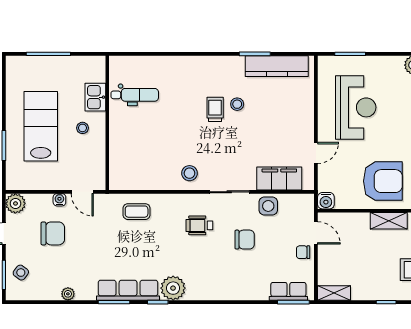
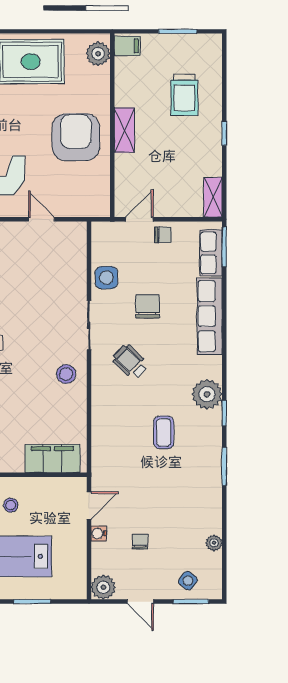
filing cabinet: (279, 179) -> (52, 459), moved, turned 90
water cooler: (326, 201) -> (100, 207), removed
coffee table: (137, 212) -> (164, 432), moved
wheelchair: (199, 225) -> (130, 362), turned 134
chair: (53, 233) -> (140, 542), width x0.54, depth x0.54
chair: (303, 252) -> (163, 235), turned -90
row of seats: (128, 290) -> (210, 316), moved
plant: (68, 294) -> (214, 543), moved

